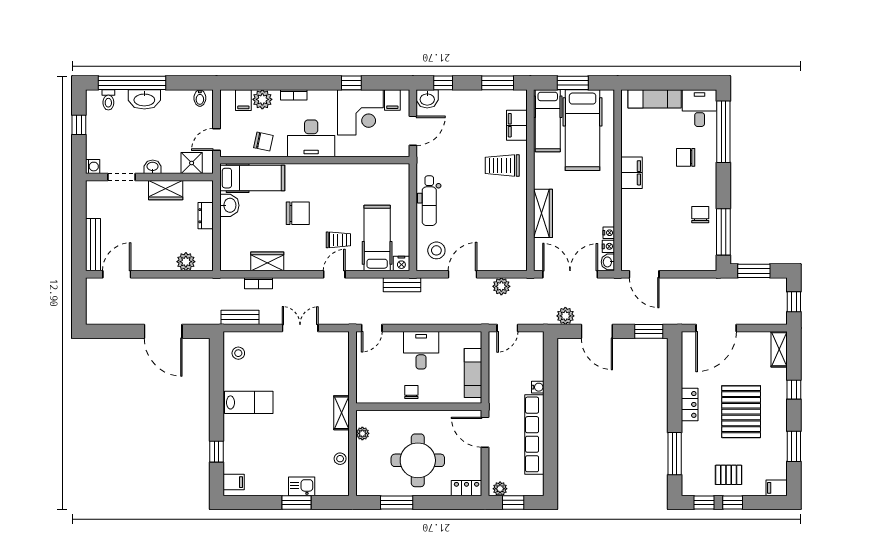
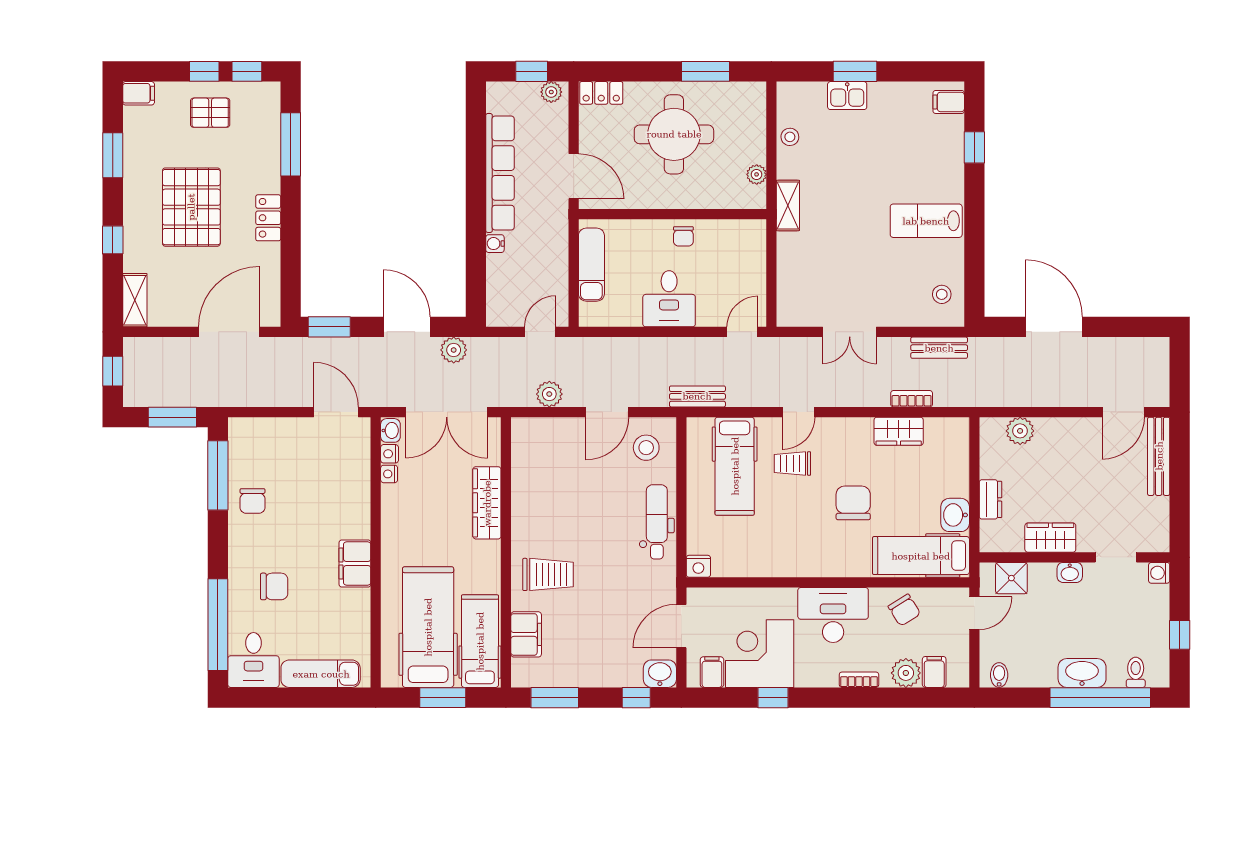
chair: (263, 142) -> (904, 610), turned -134
chair: (298, 213) -> (853, 503), turned 90
nightstand: (401, 263) -> (698, 566), moved, turned 180

